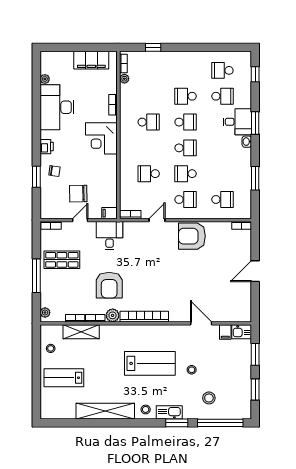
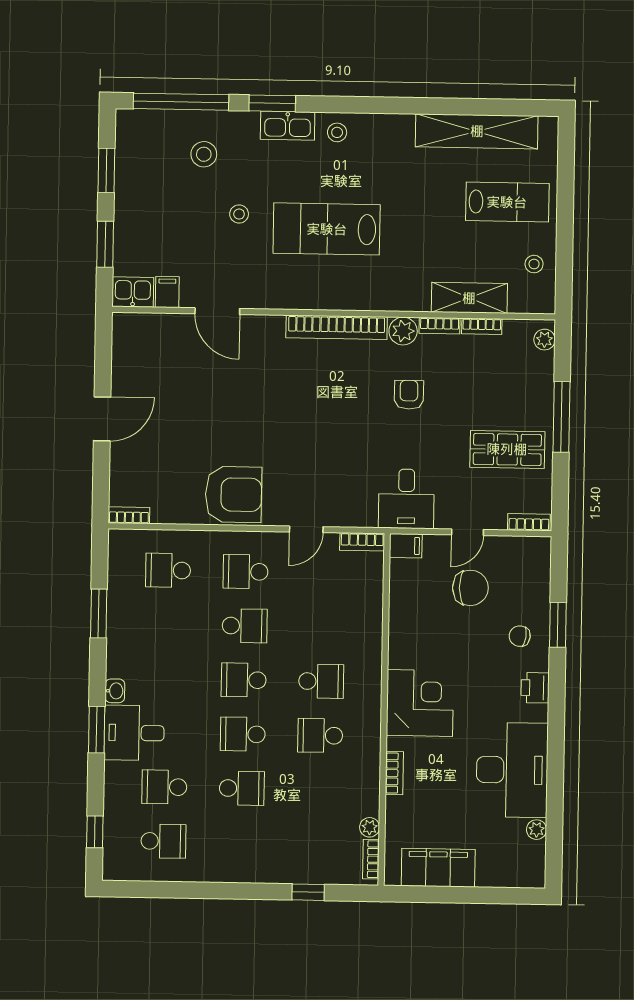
school desk: (149, 174) -> (321, 681), moved
armchair: (109, 285) -> (409, 395), width x0.53, depth x0.53
shelving: (105, 411) -> (477, 131), moved

